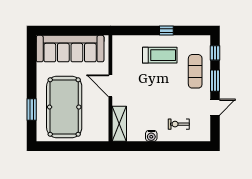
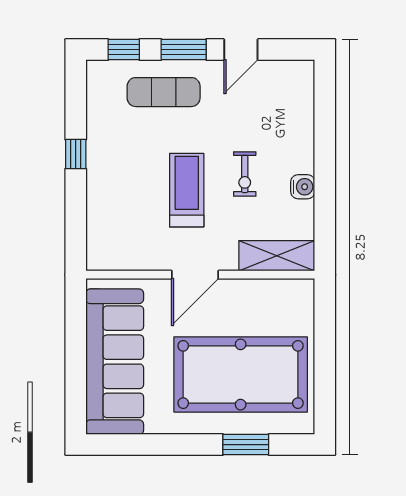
treadmill: (160, 55) -> (187, 190), moved
door: (215, 107) -> (241, 49), swing flipped
exercise bike: (179, 124) -> (245, 174), moved

